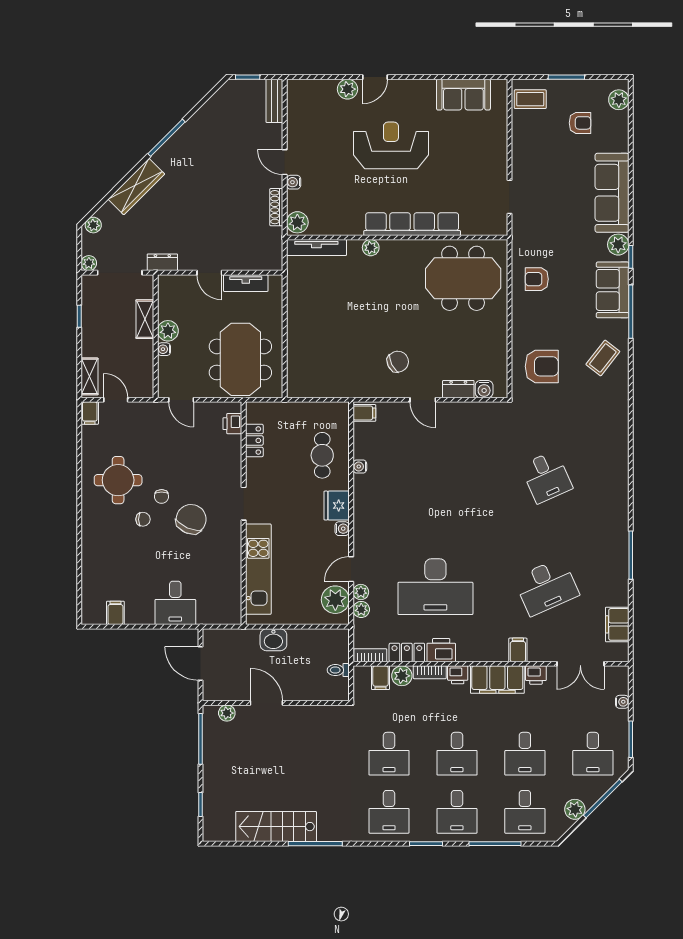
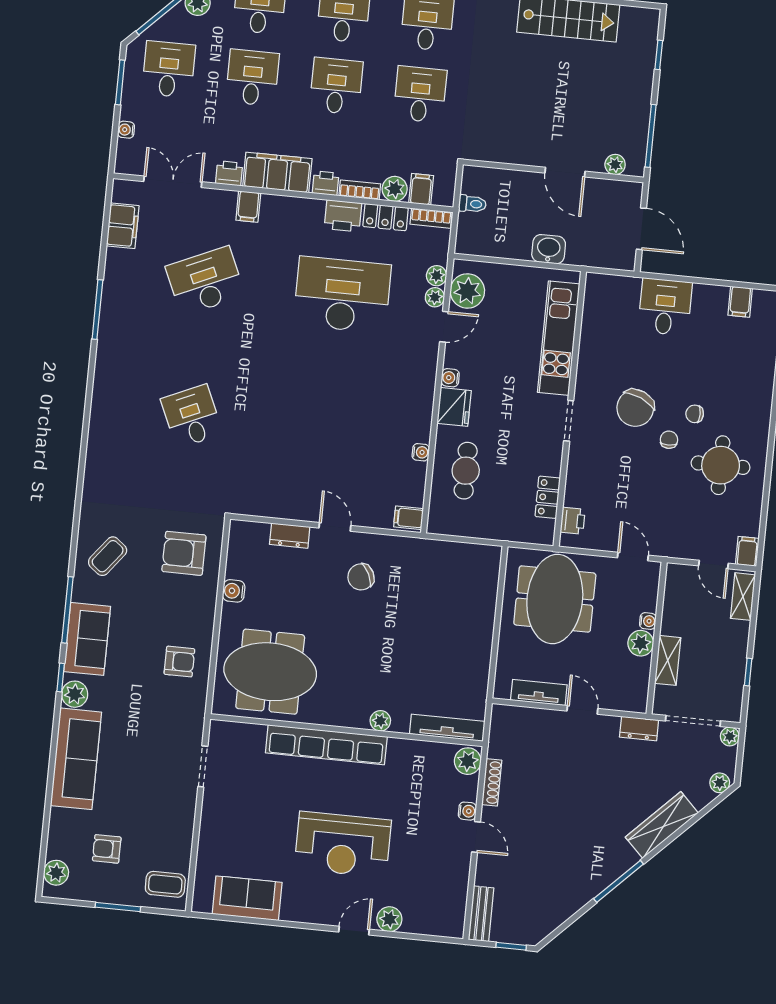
water cooler: (484, 389) -> (234, 591), moved, turned -90

